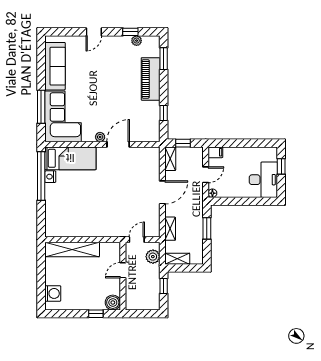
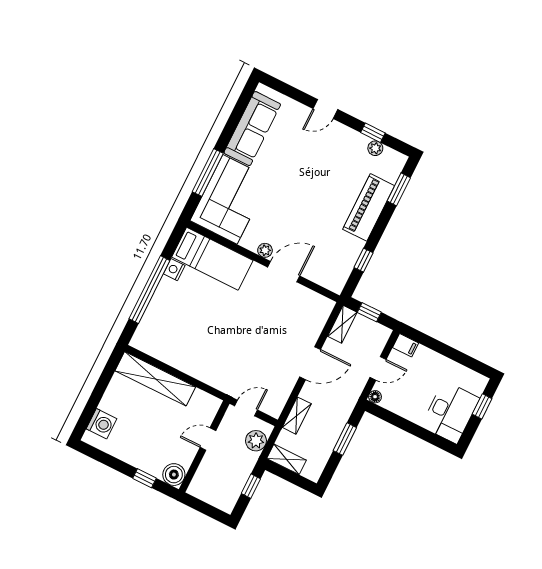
window: (41, 176) -> (149, 290), moved

